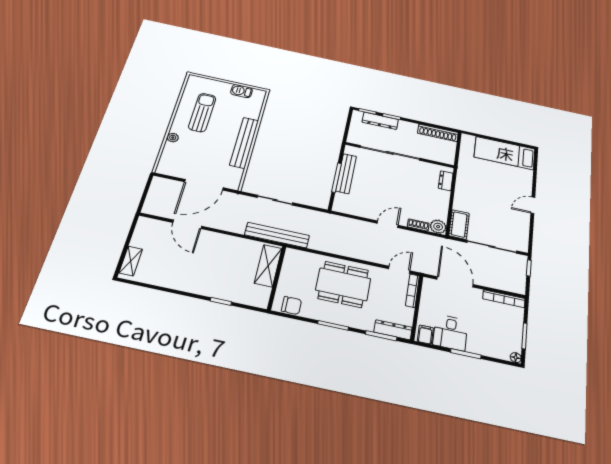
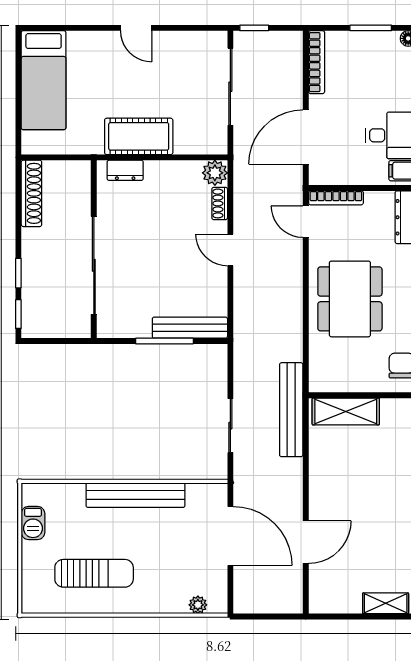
sun lounger: (202, 112) -> (94, 573), turned 180
dresser: (380, 121) -> (32, 290), removed
plant: (173, 138) -> (198, 605), moved
bench: (346, 174) -> (190, 328), moved
cot: (459, 224) -> (139, 136), moved, width x1.37, depth x1.34

